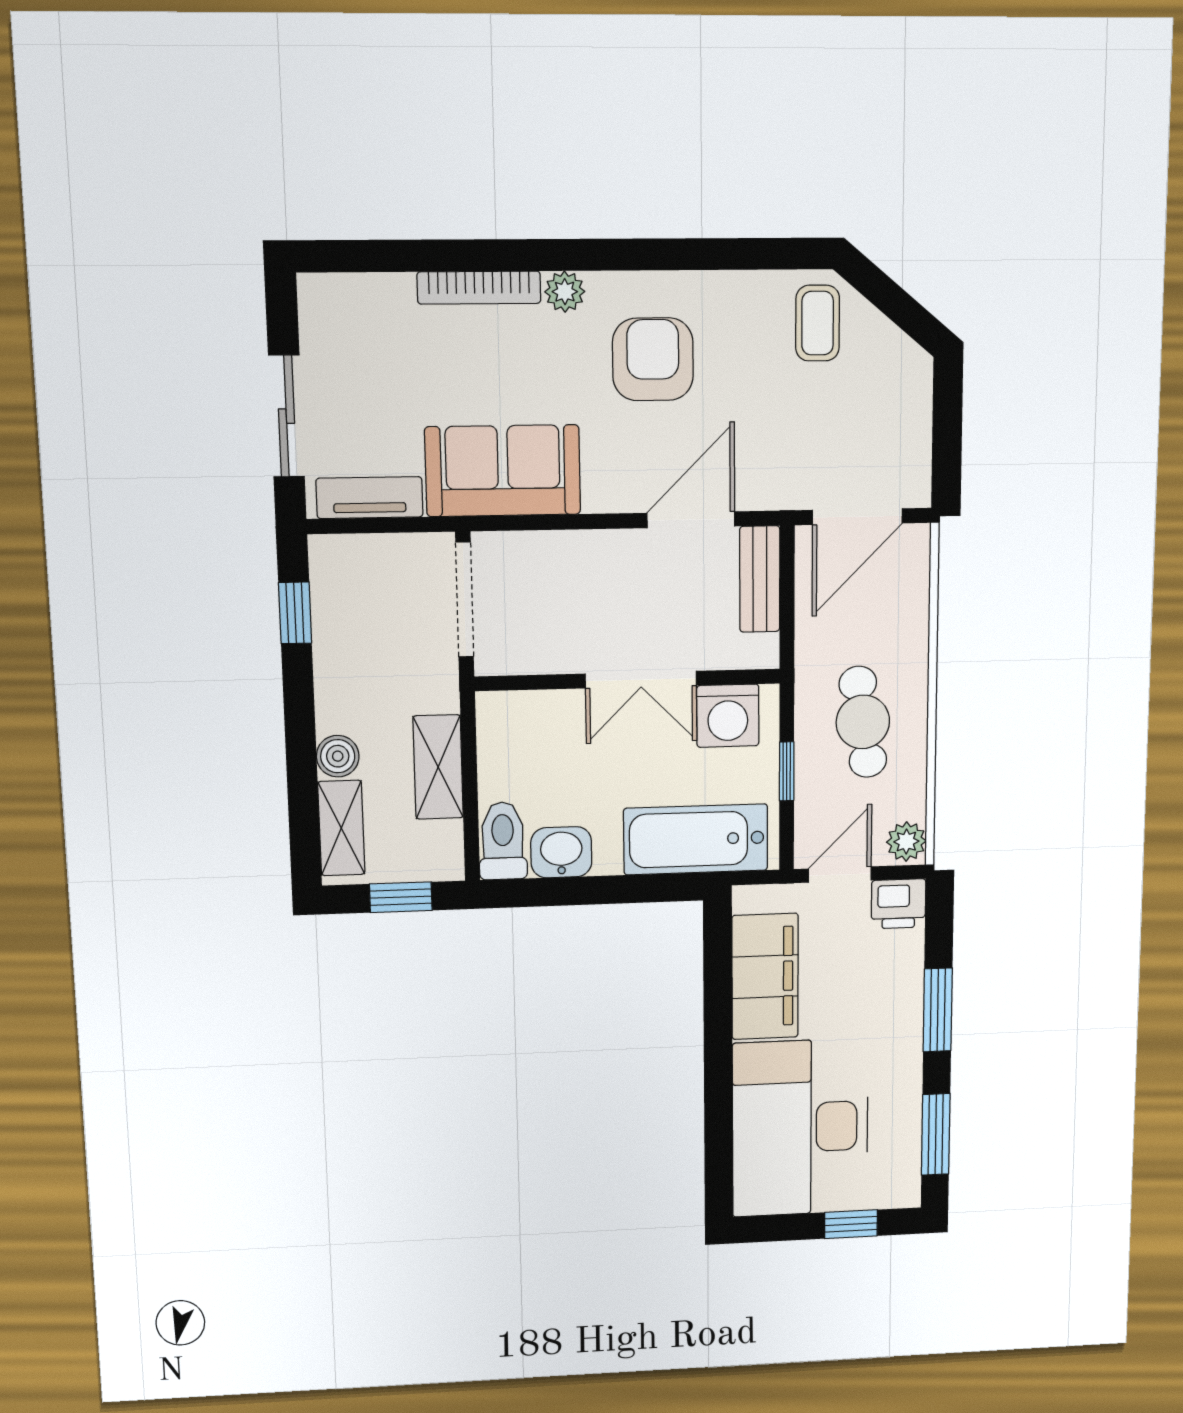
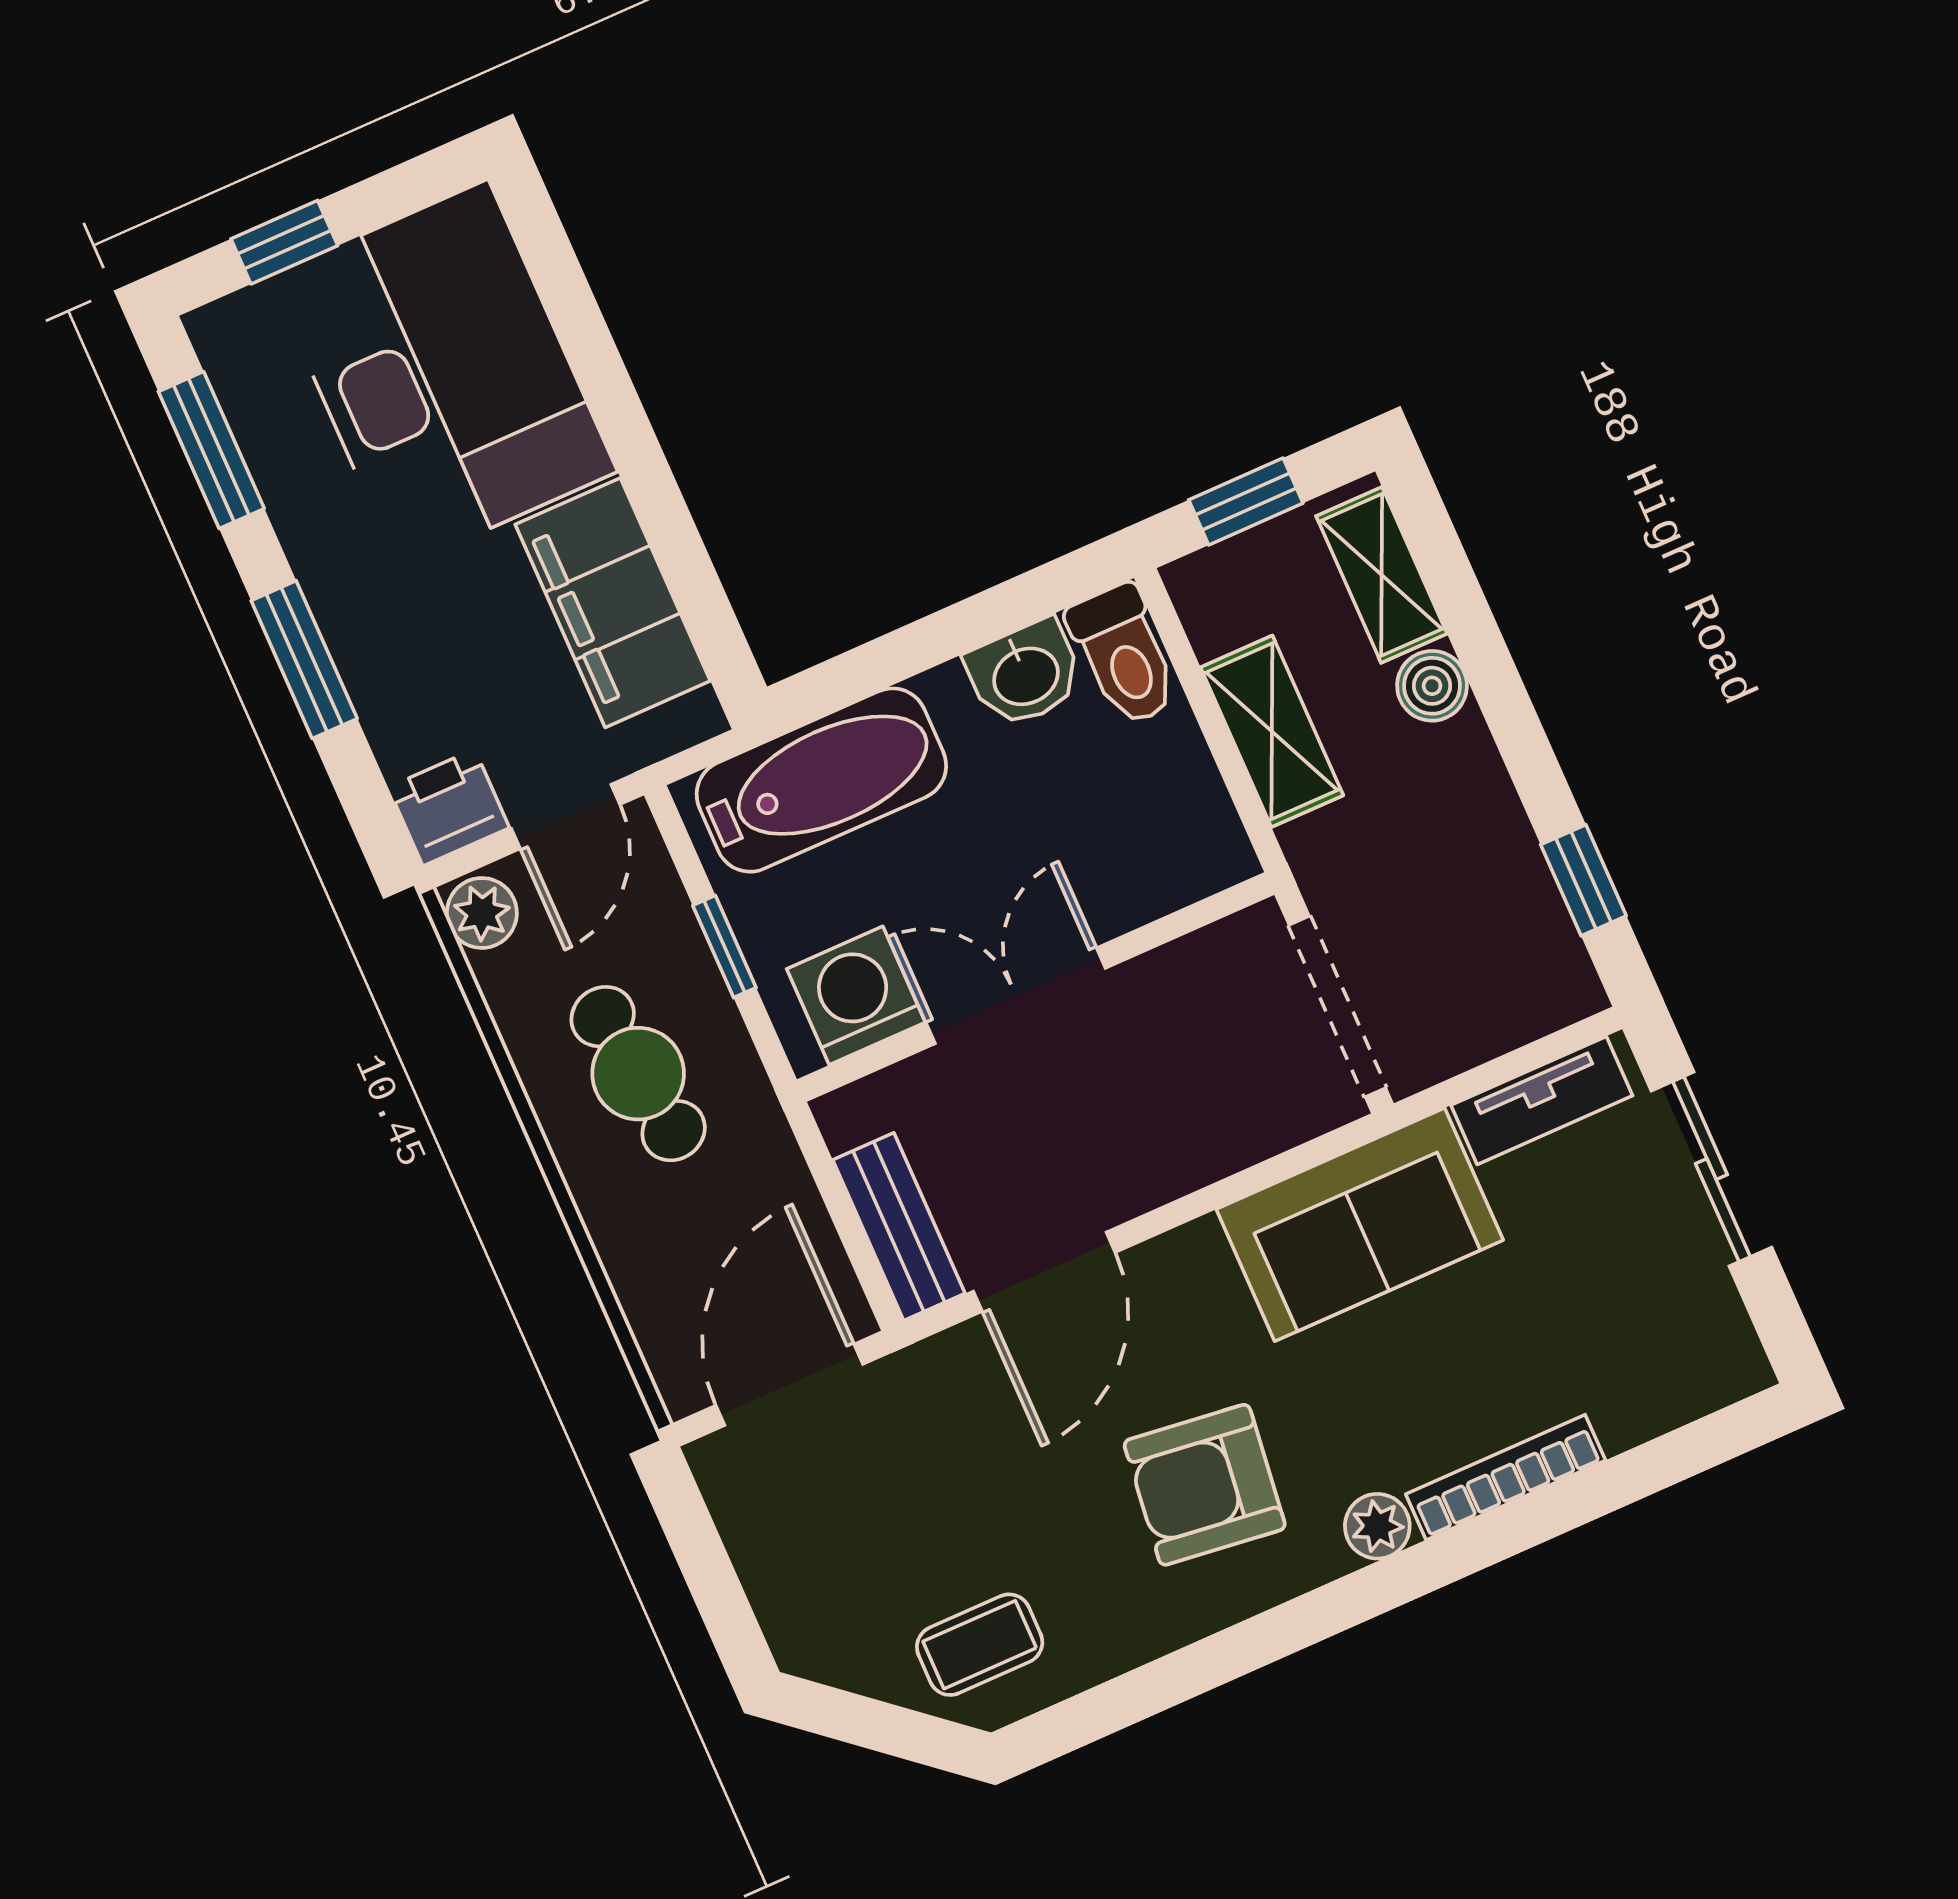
coffee table: (818, 323) -> (980, 1645), turned 90
armchair: (653, 359) -> (1205, 1485), turned 97

